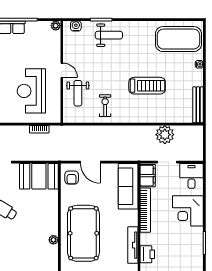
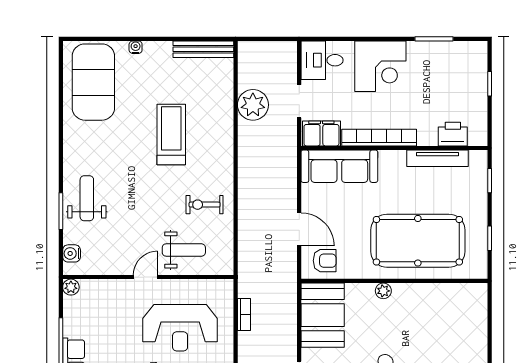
door: (90, 162) -> (299, 229), hinge flipped
plant: (53, 240) -> (383, 291), moved

